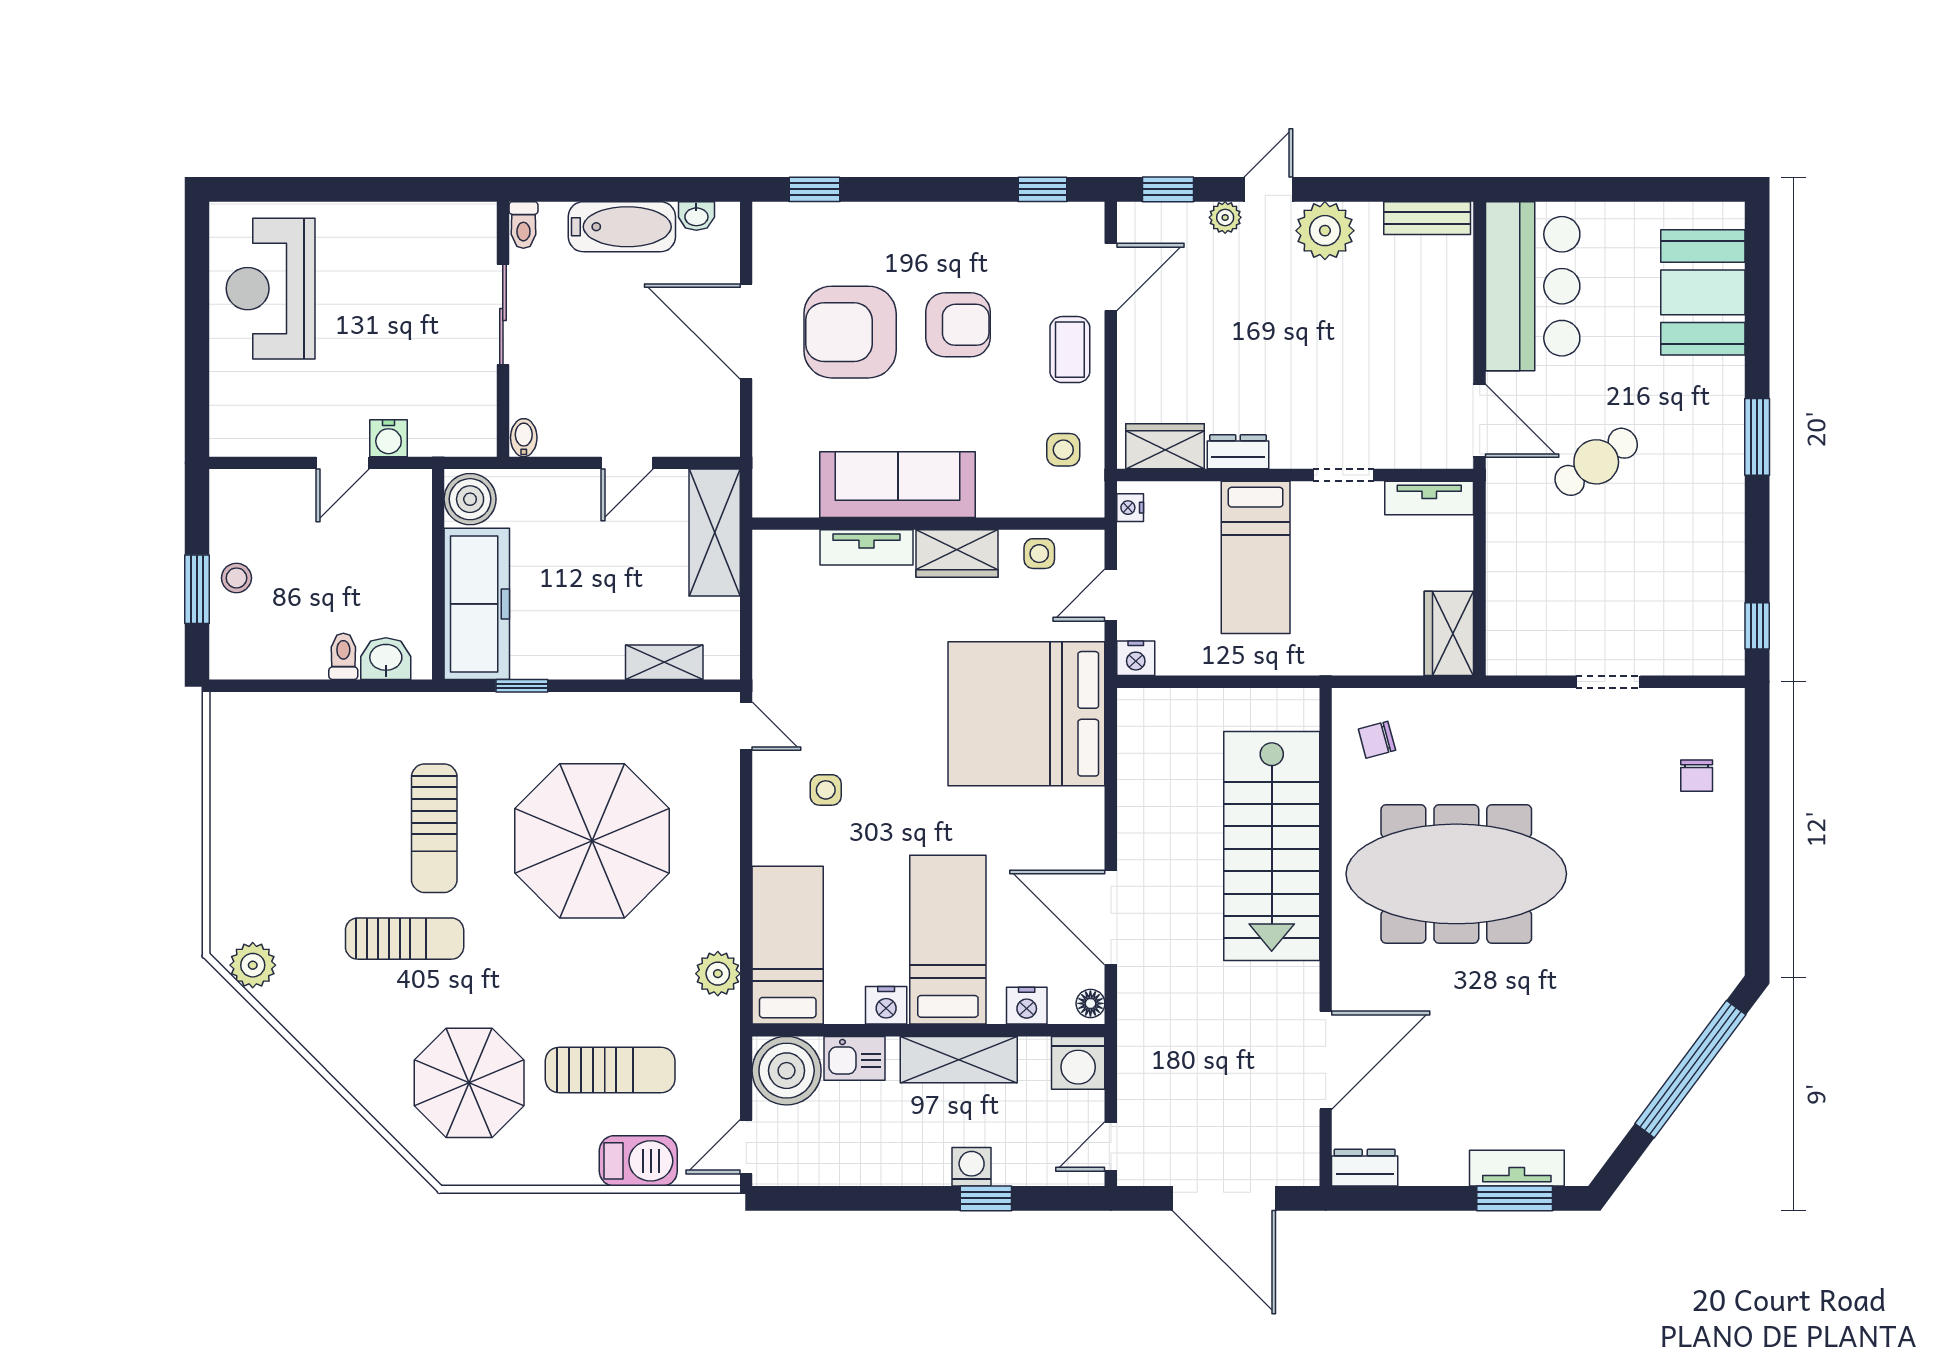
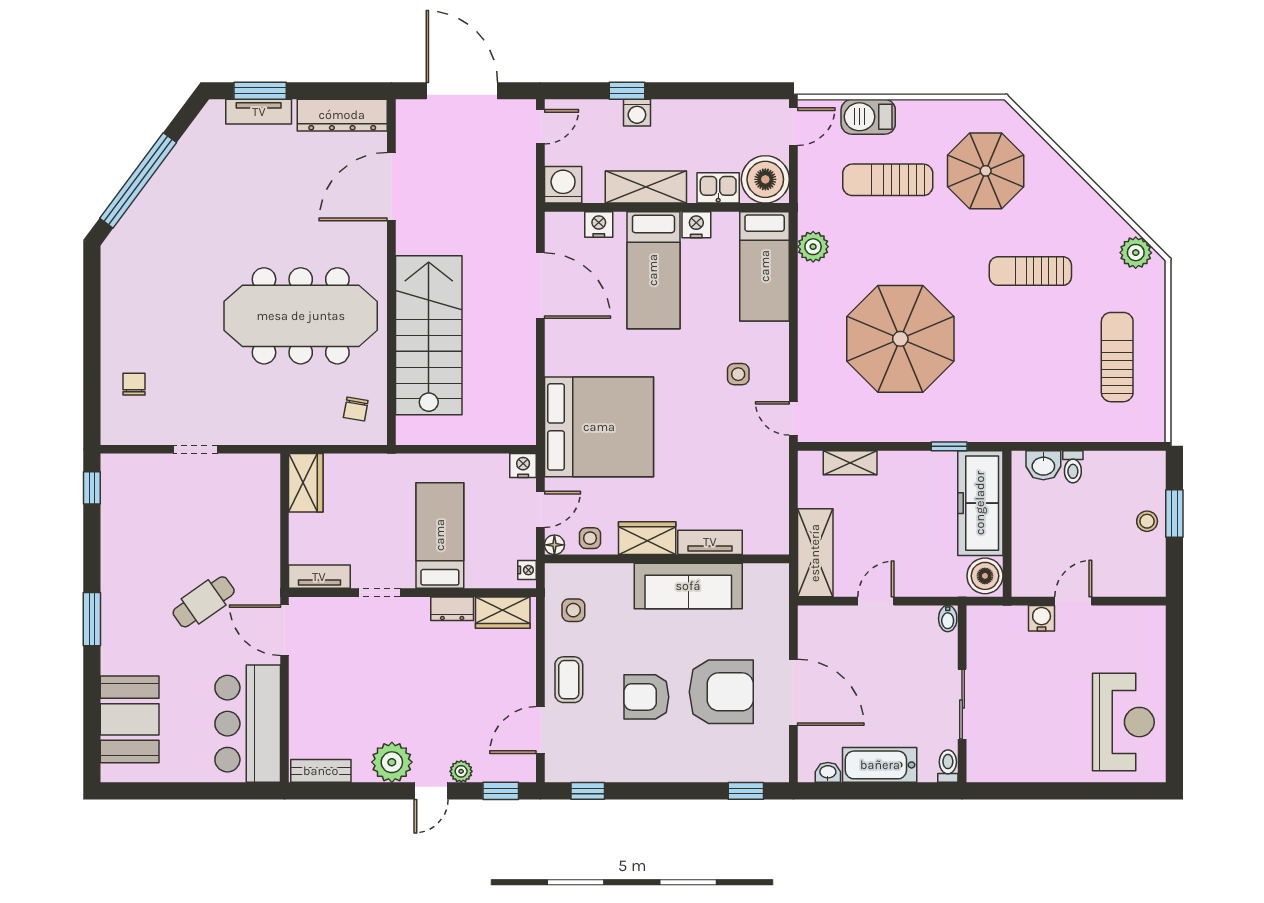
chair: (1377, 740) -> (356, 409), turned 115
sun lounger: (434, 828) -> (1117, 357), moved
floor lamp: (1090, 1003) -> (554, 545), moved
dresser: (1365, 1168) -> (342, 115), width x1.96, depth x1.24

